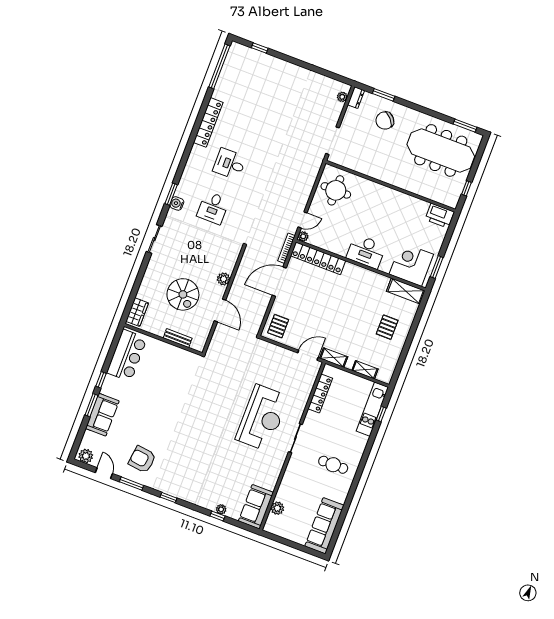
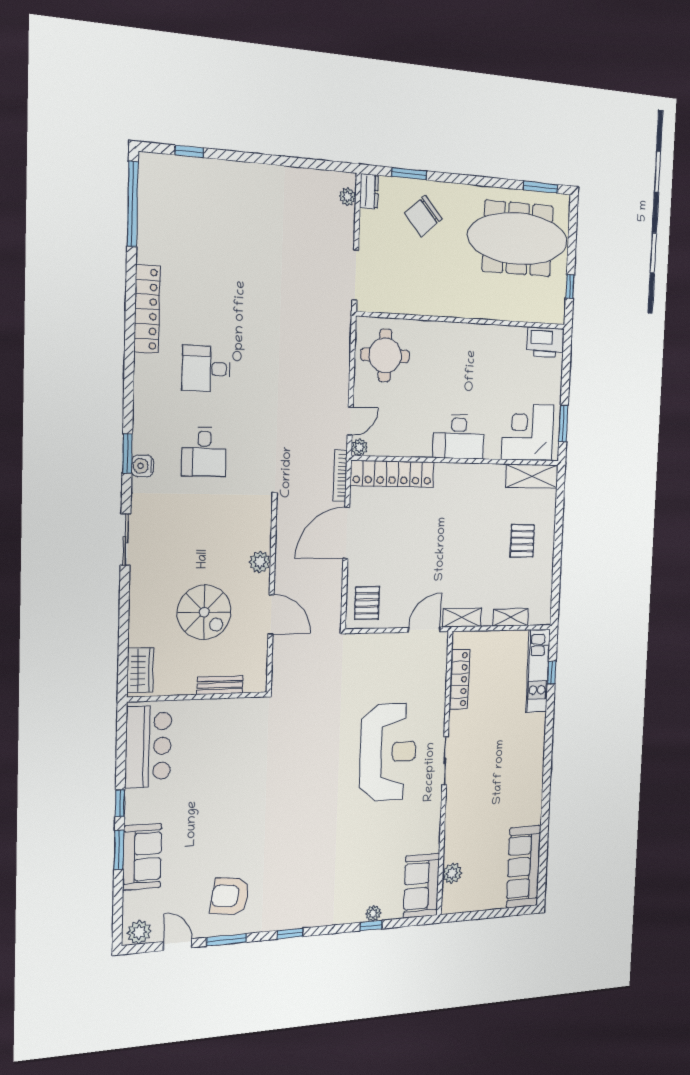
cafe table: (333, 465) -> (509, 775), removed

